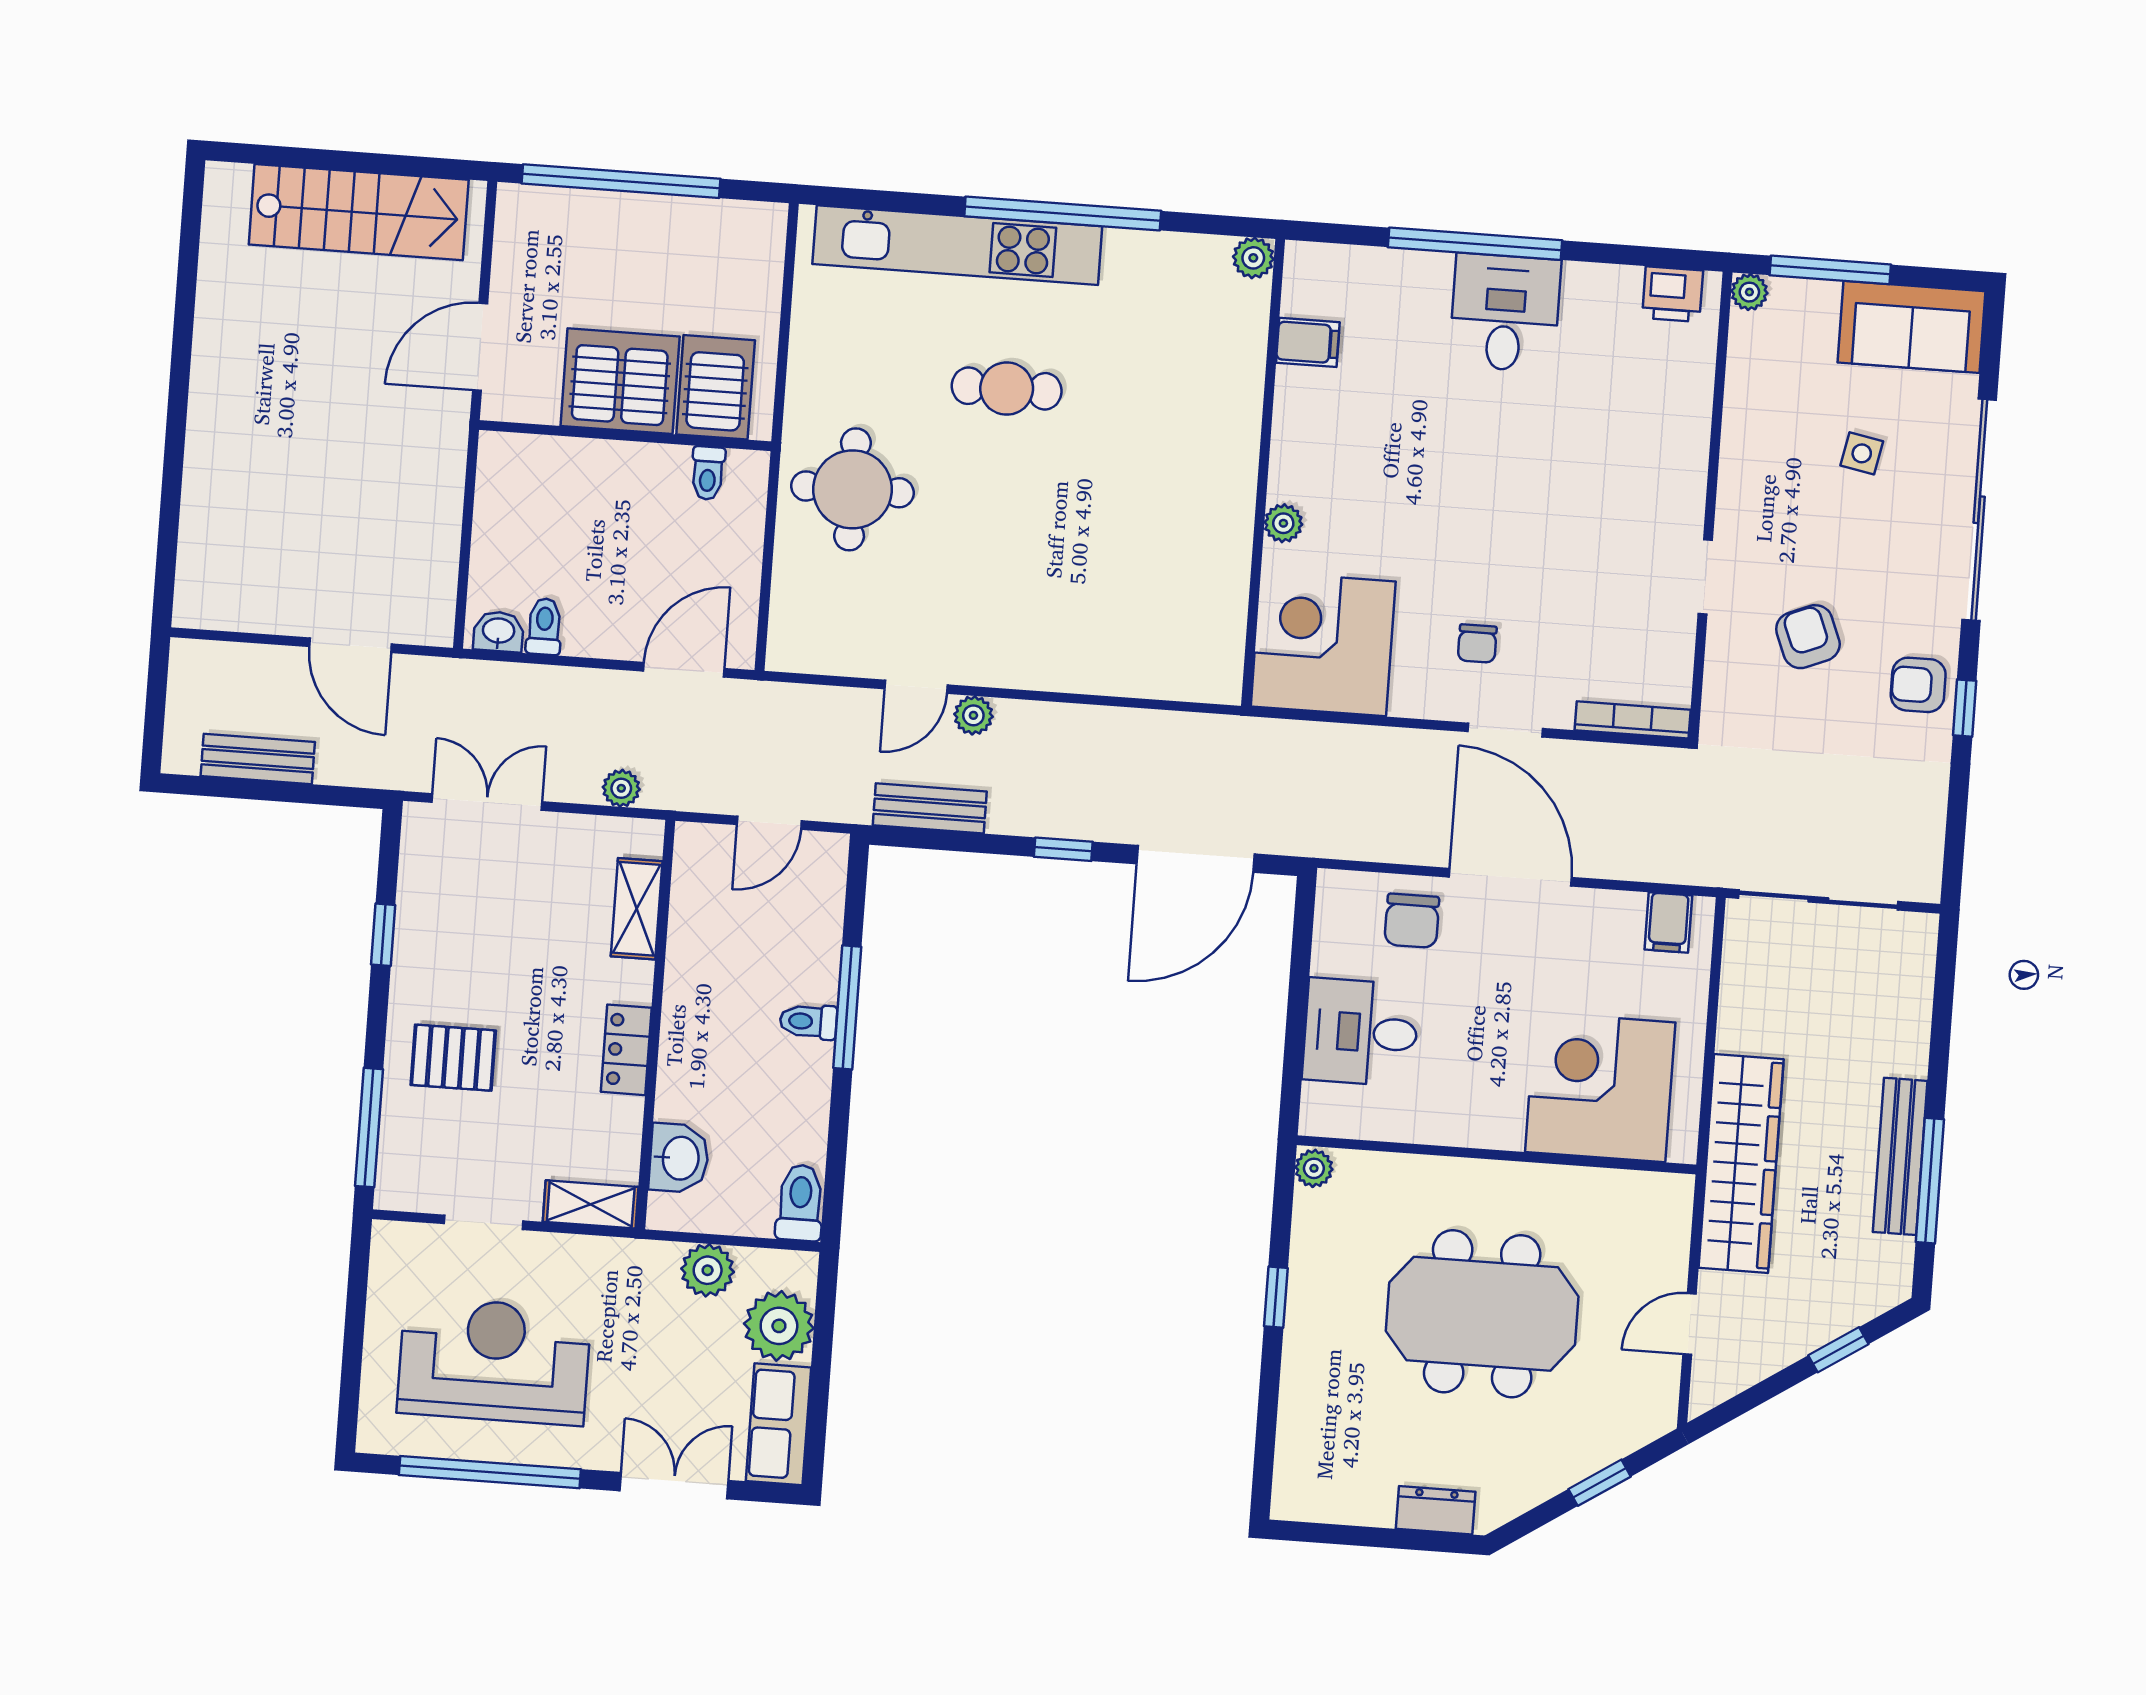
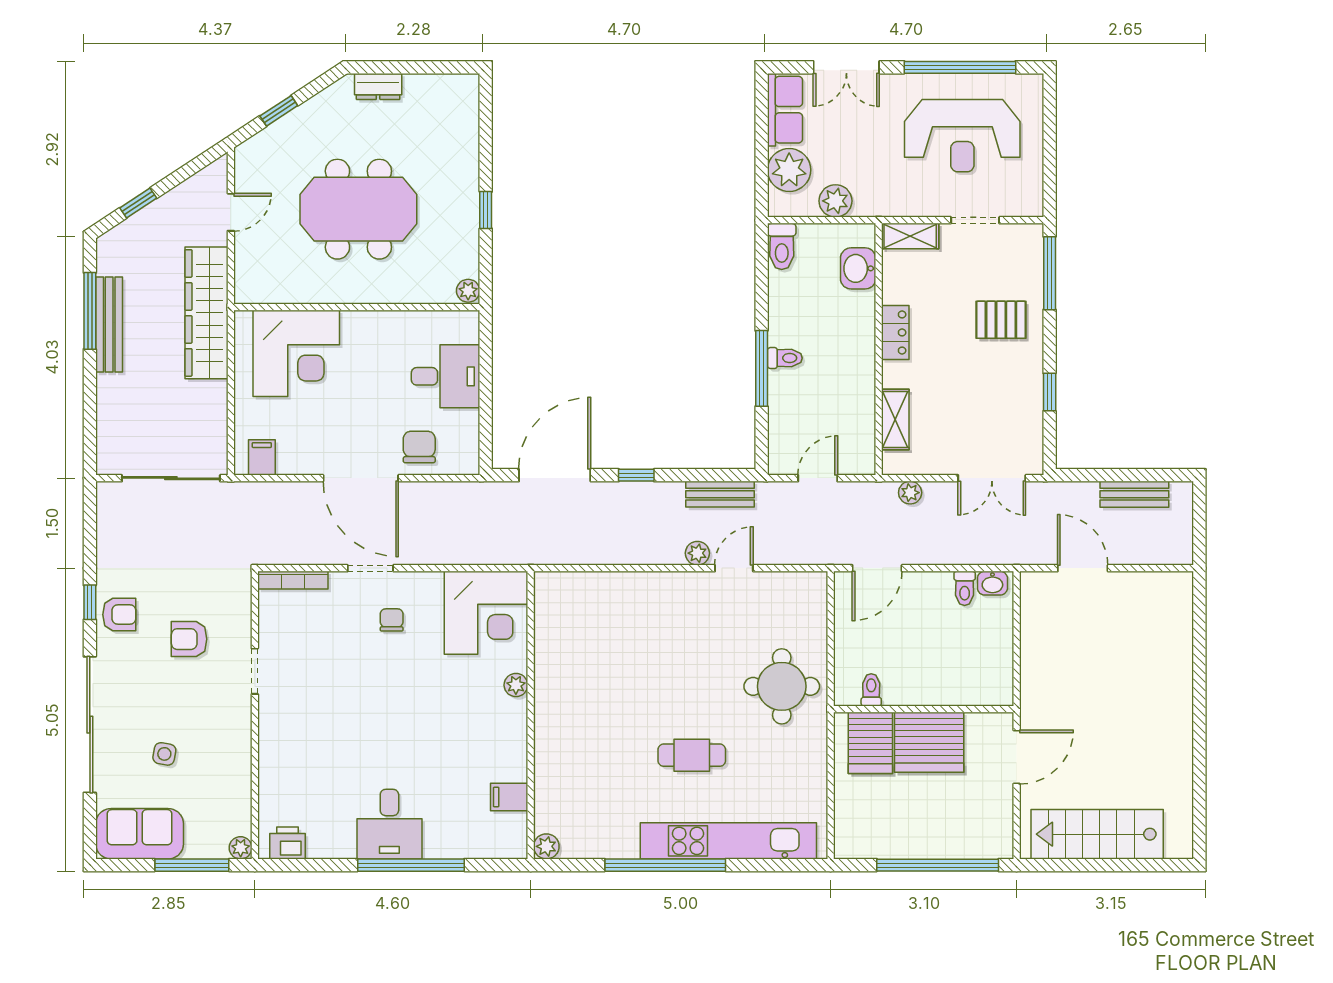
armchair: (1808, 637) -> (189, 639), turned 112

